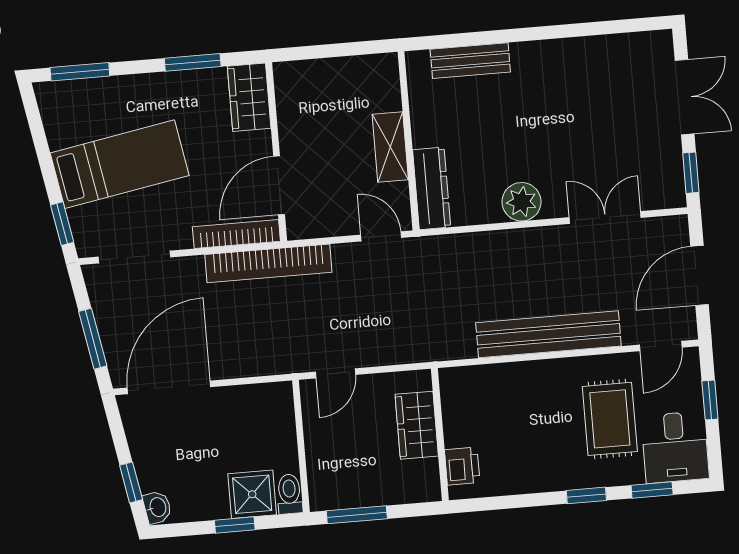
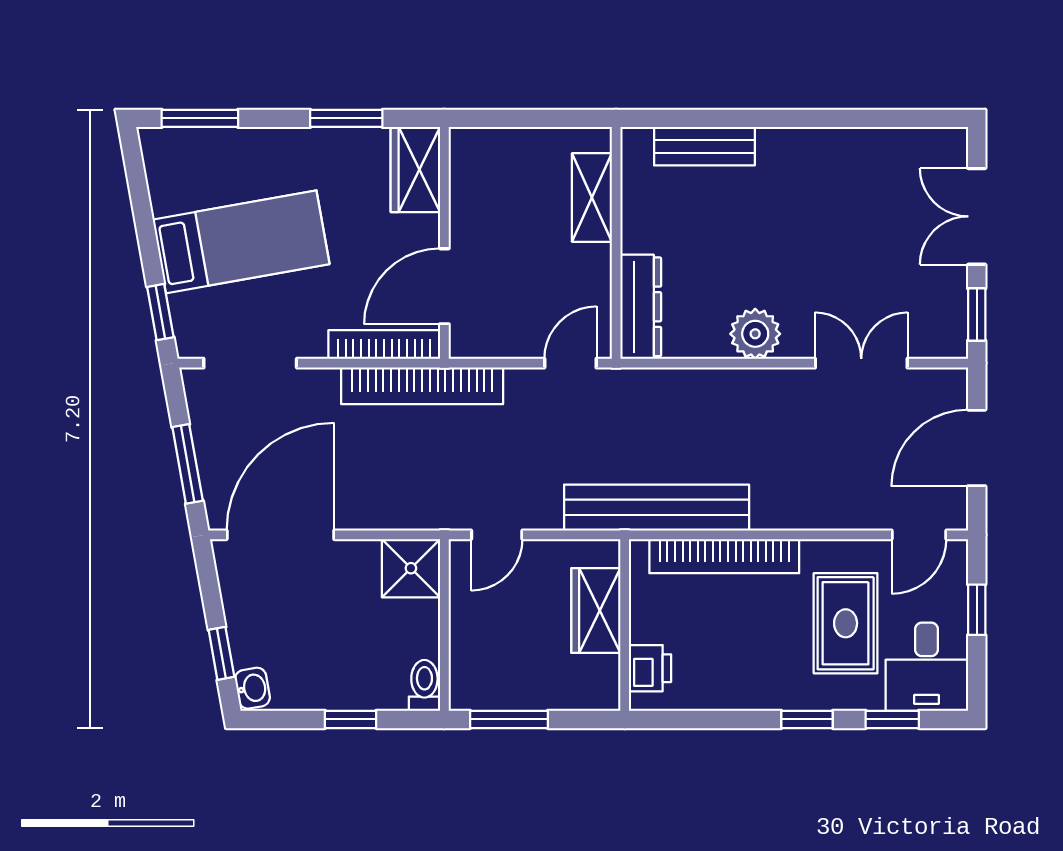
double door: (685, 97) -> (977, 216), swing flipped
shelving: (390, 147) -> (592, 197), moved
door: (381, 236) -> (570, 363), hinge flipped
bench: (548, 334) -> (657, 508), moved
bookcase: (512, 375) -> (724, 556), added
shower: (252, 494) -> (411, 568), moved

